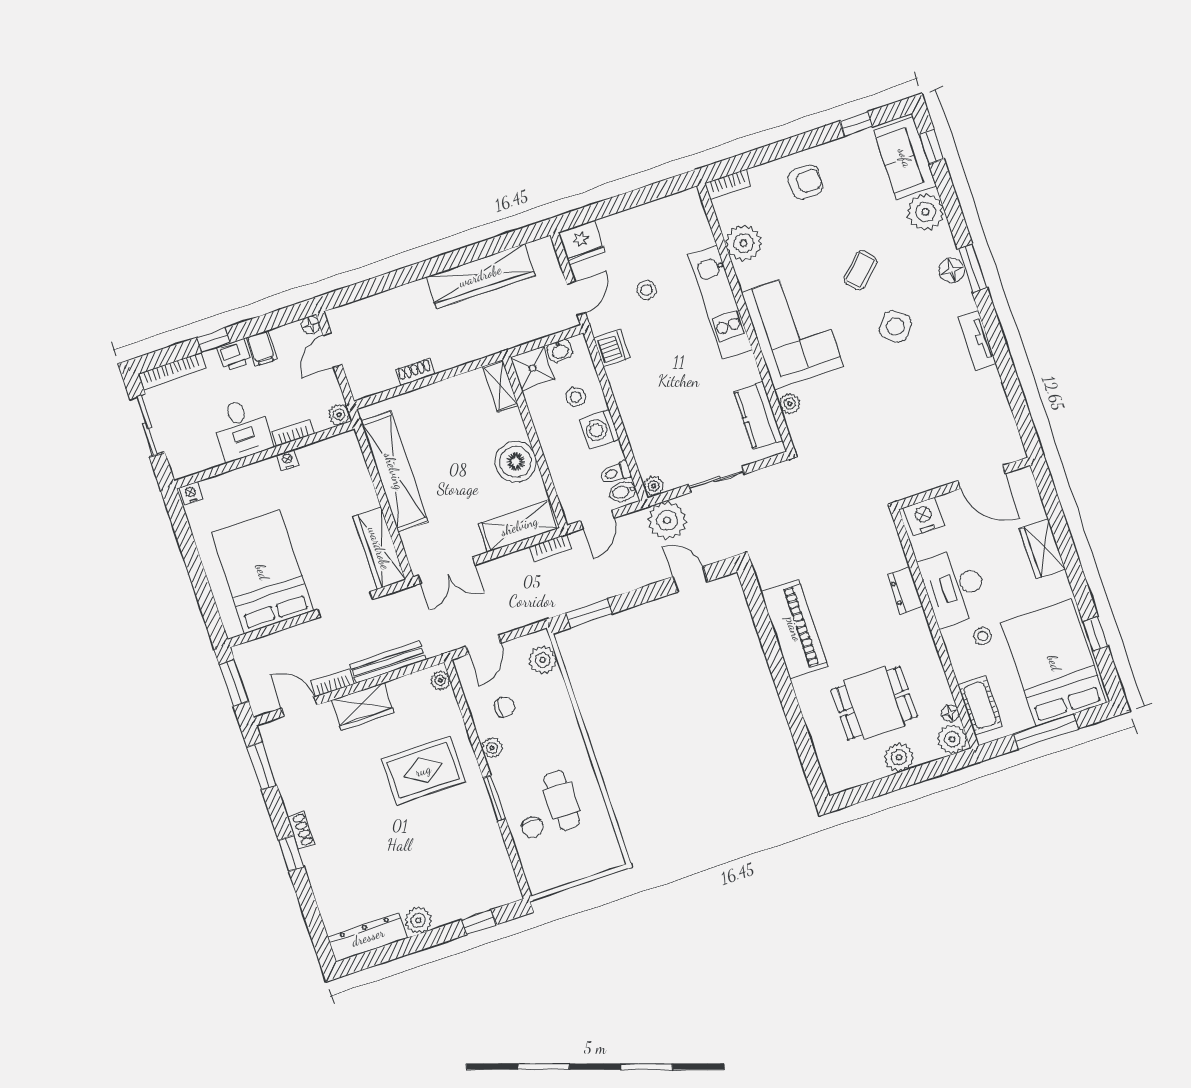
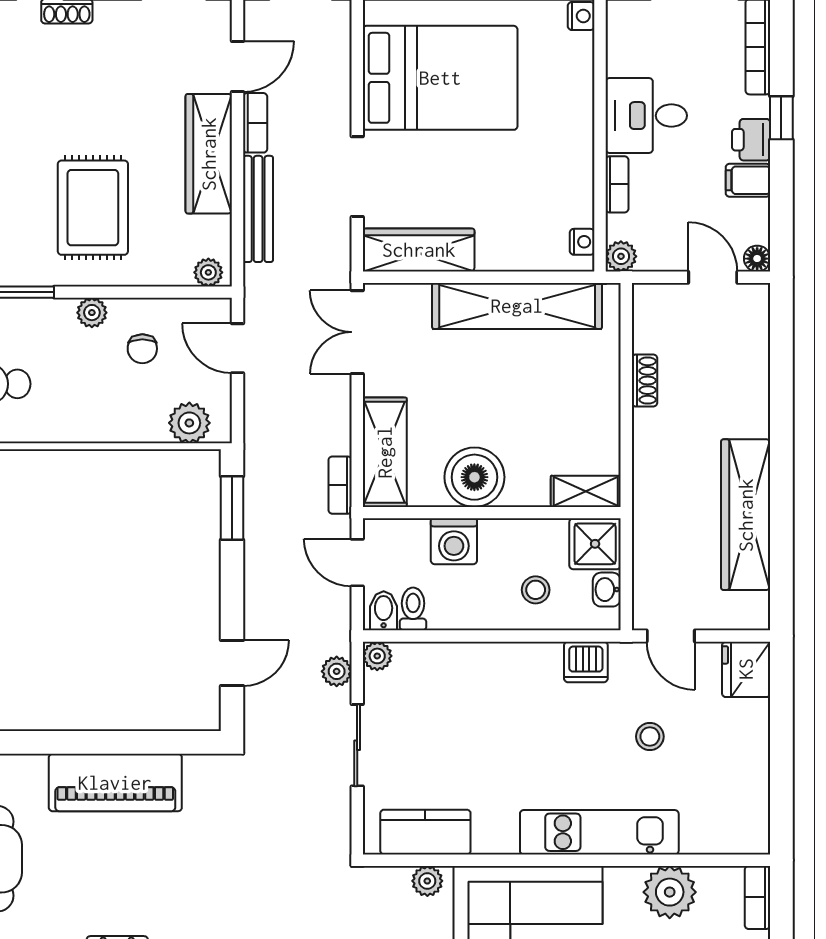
washing machine: (599, 429) -> (454, 541), moved, turned 180
nightstand: (287, 460) -> (582, 242), moved
plant: (667, 520) -> (337, 671), width x0.53, depth x0.53
wardrobe: (363, 706) -> (209, 154), width x1.50

